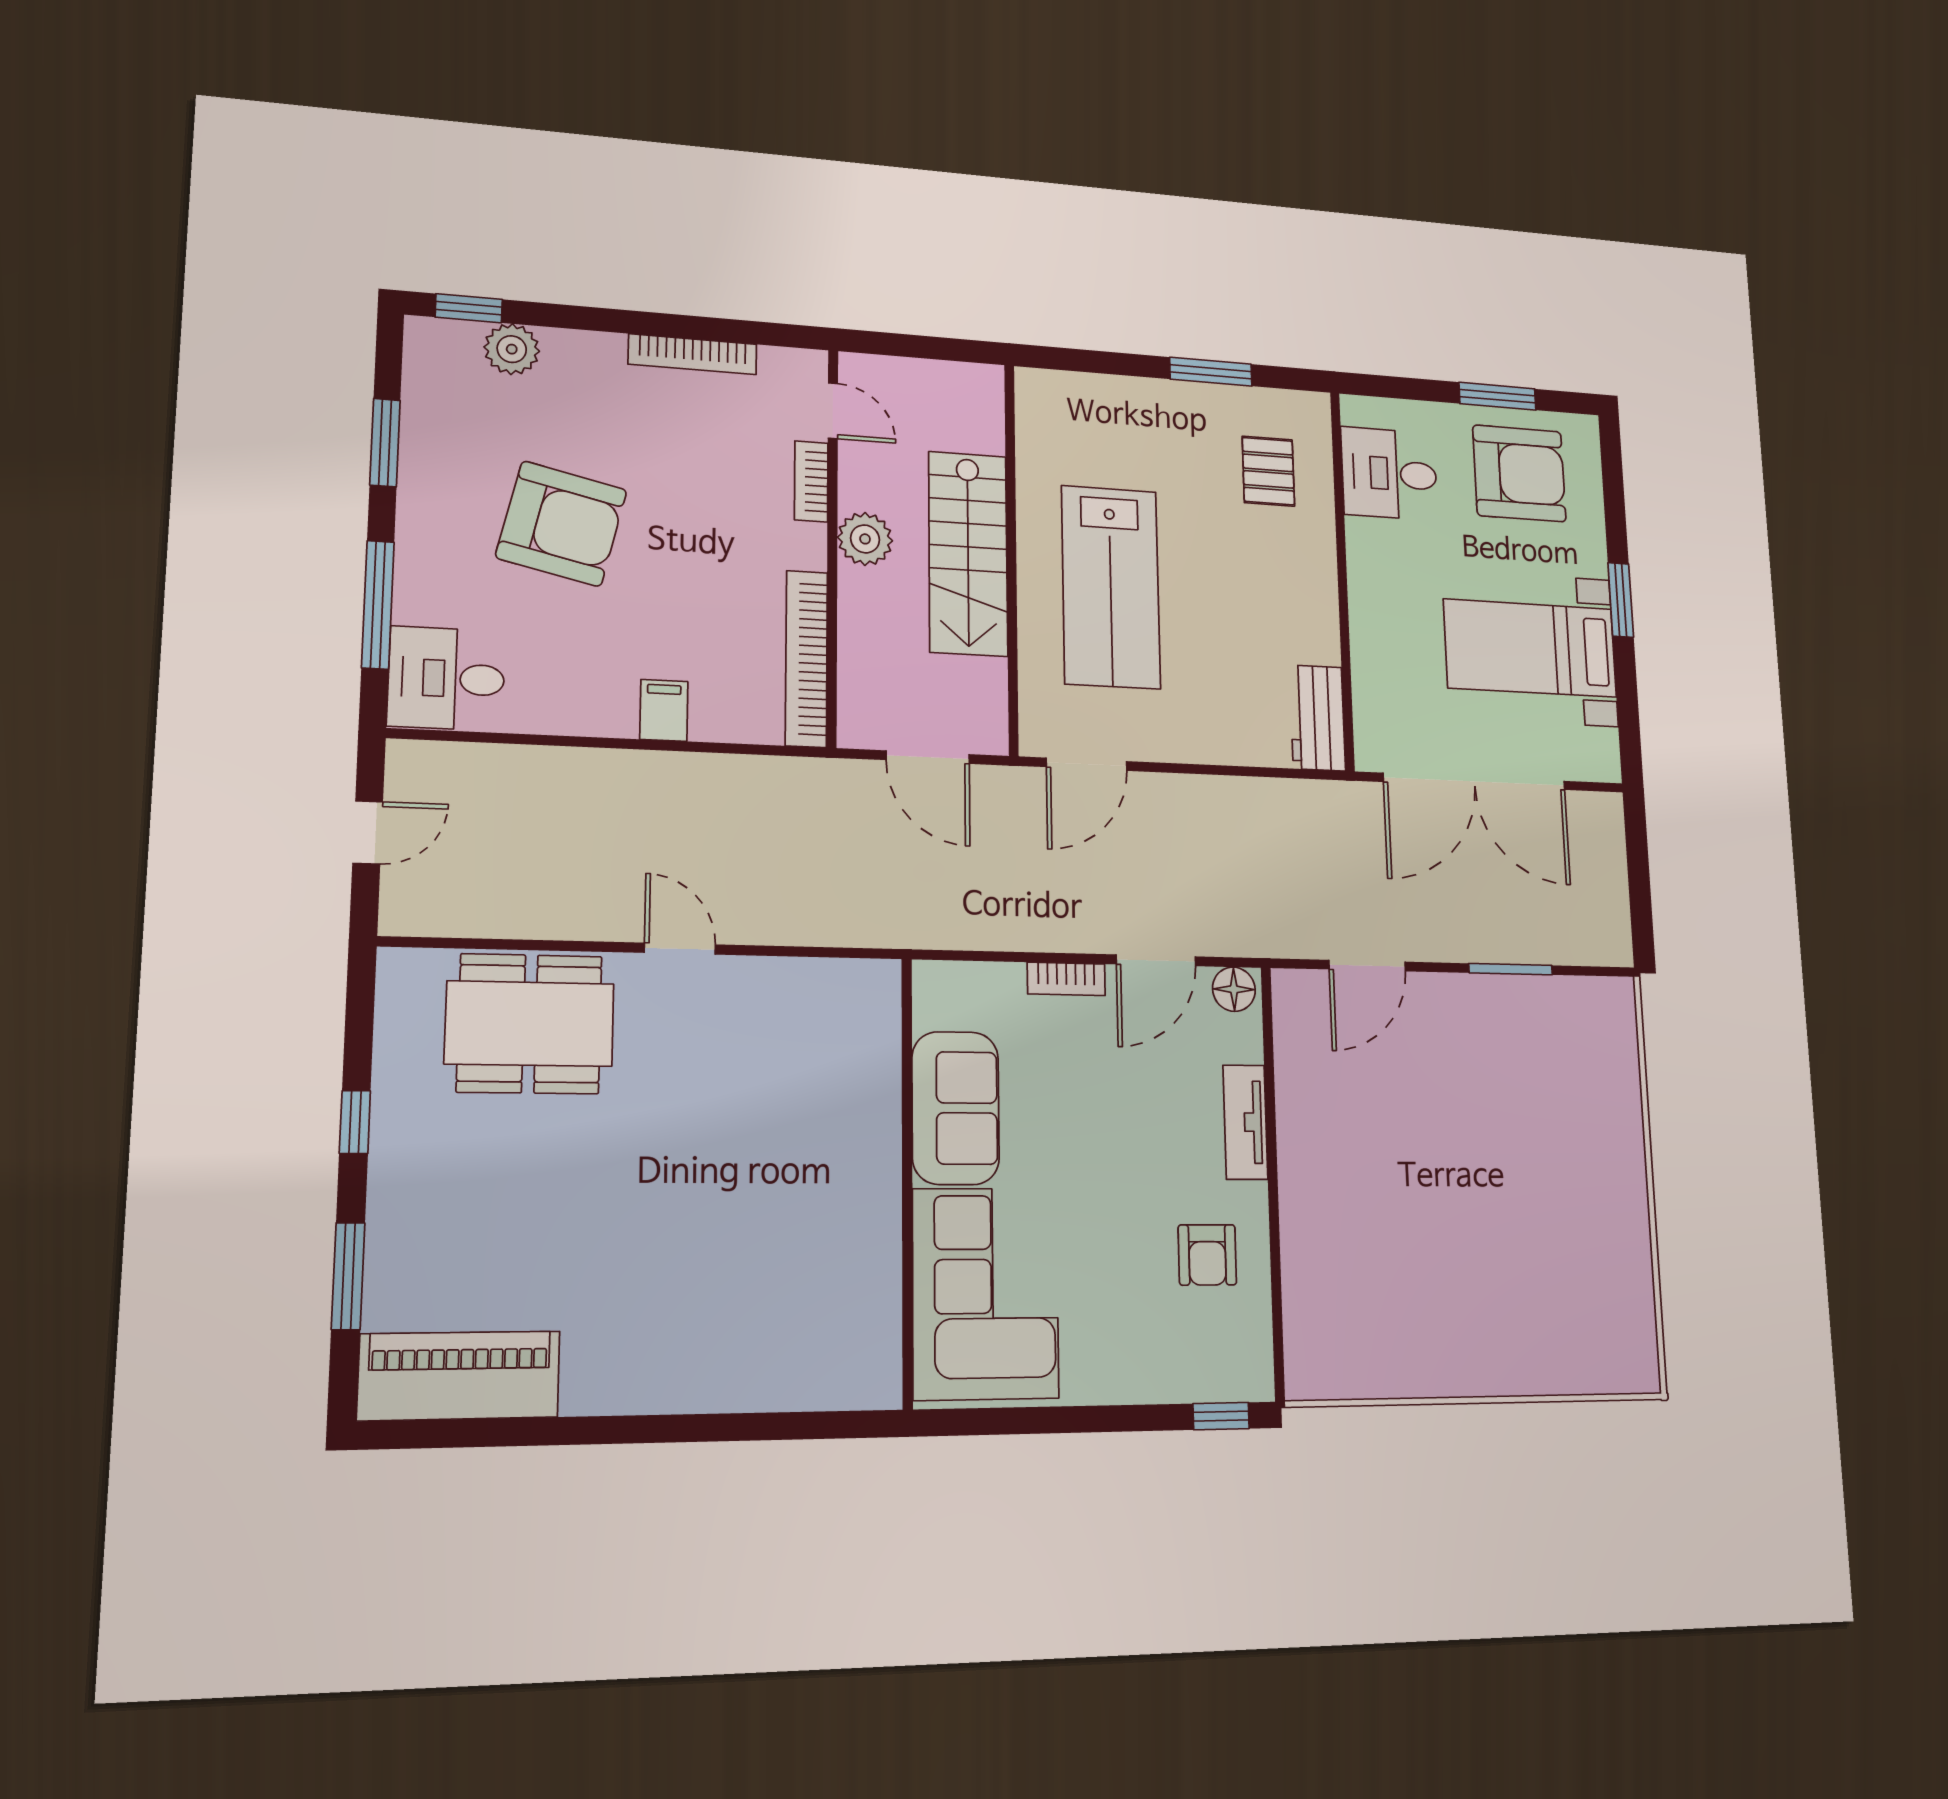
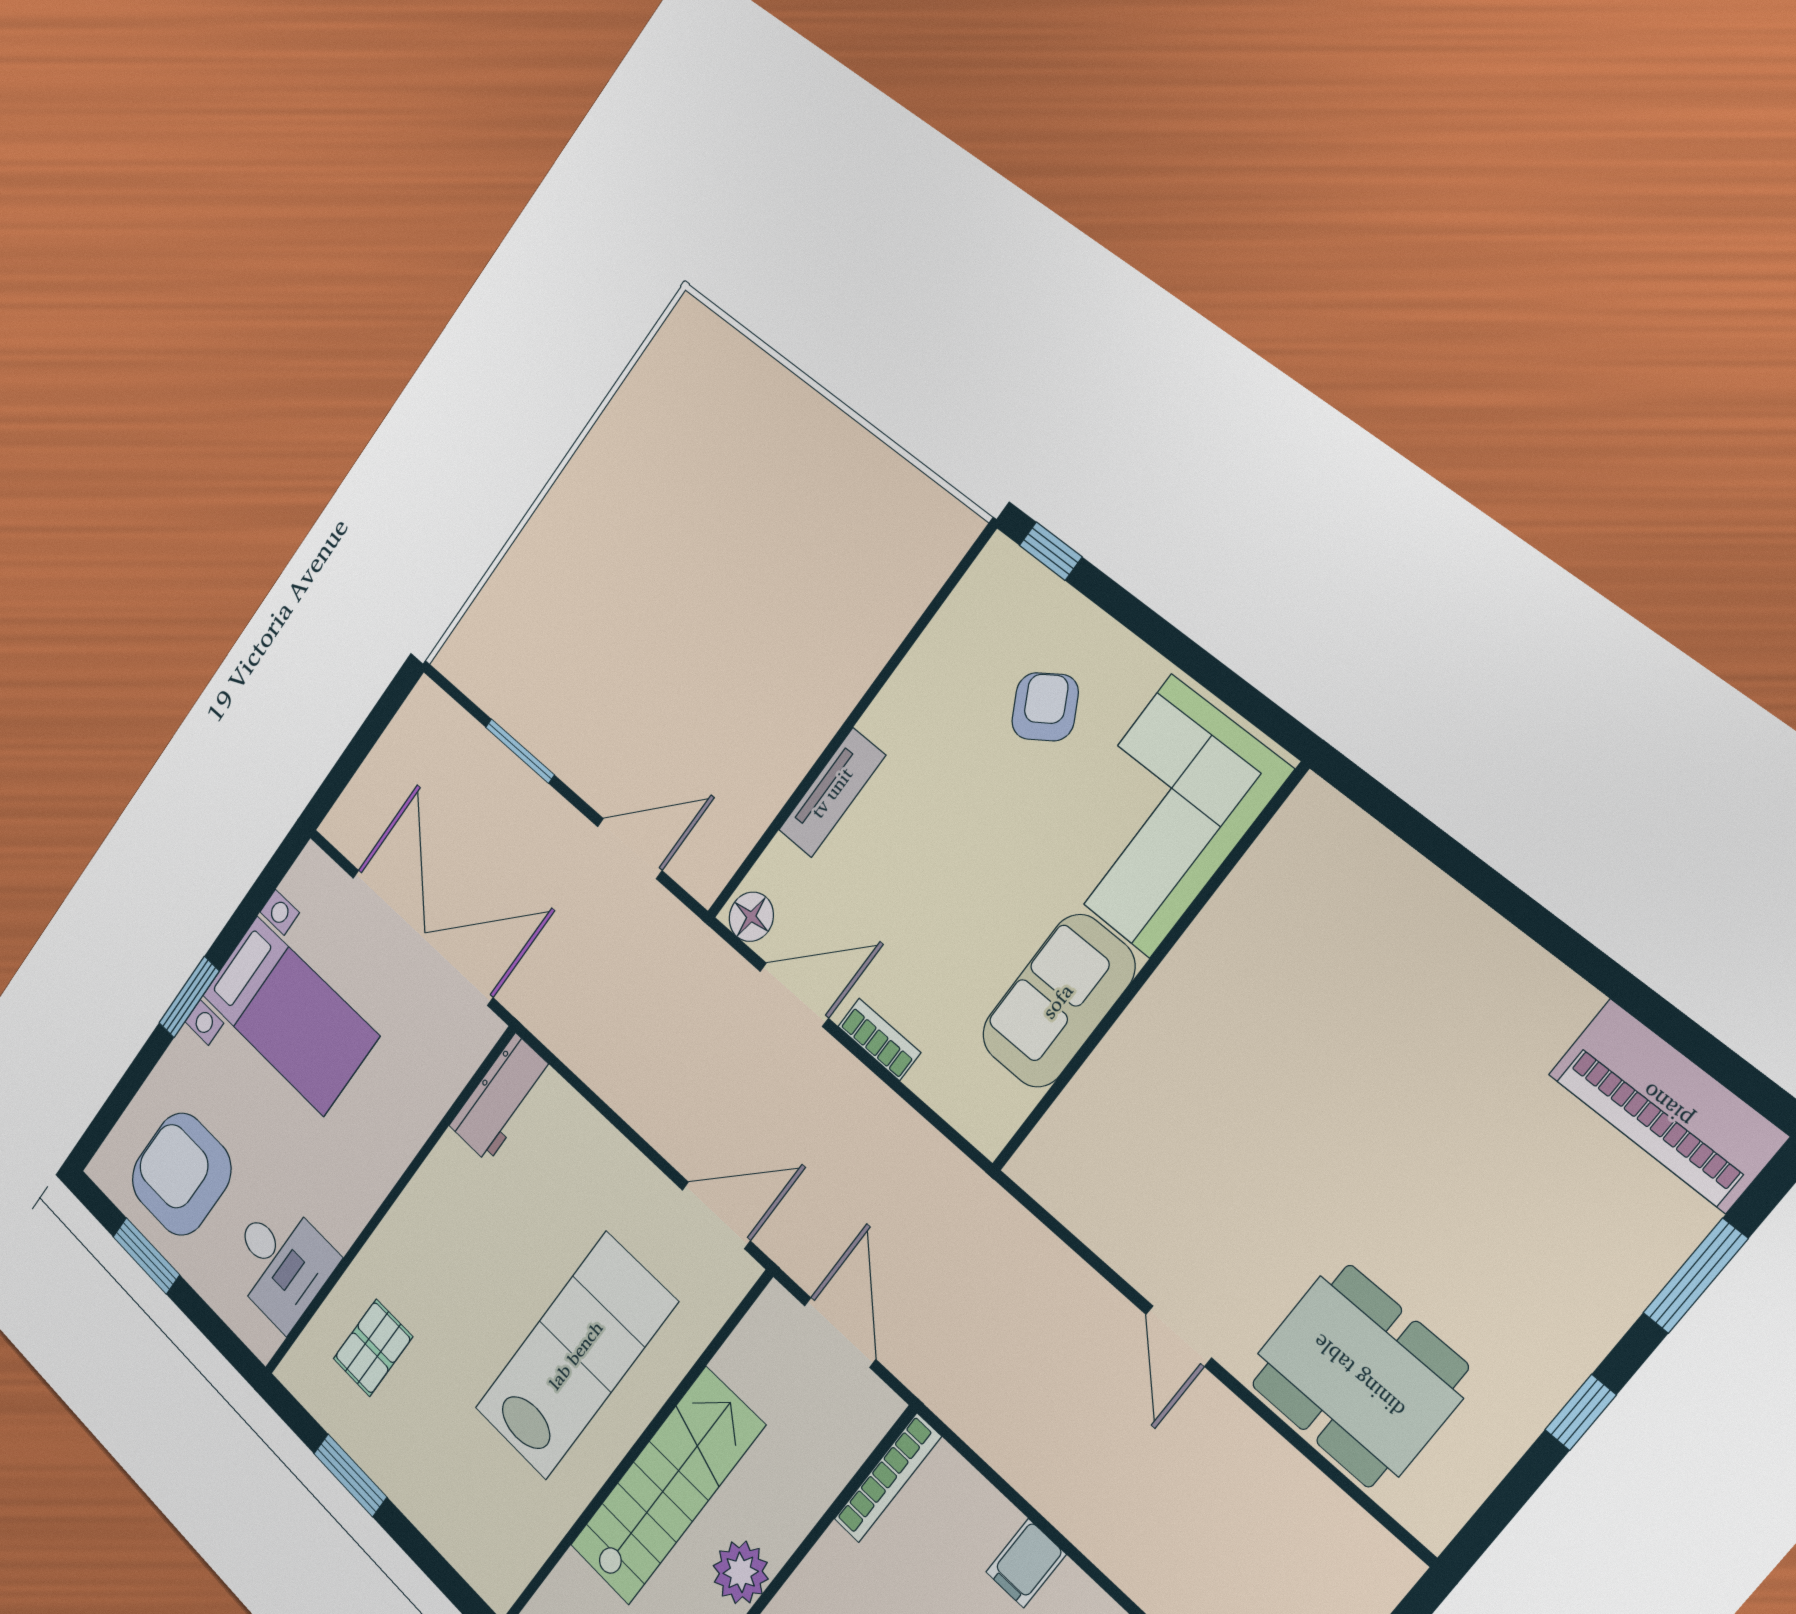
bookcase: (806, 659) -> (888, 1478), width x0.68, depth x0.76
armchair: (1207, 1255) -> (1045, 707), moved, turned -31

